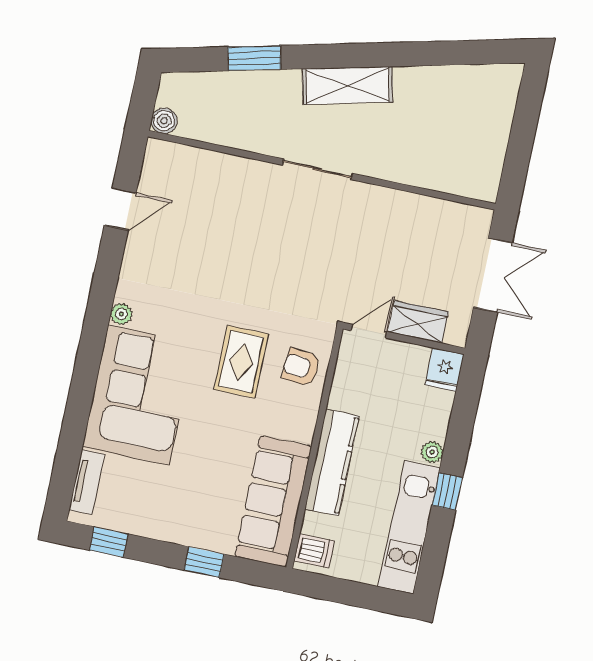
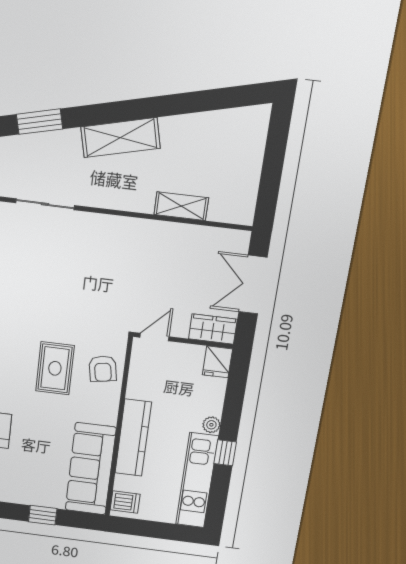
sliding door: (317, 169) -> (45, 204), moved
shelving: (413, 172) -> (181, 206), added
double door: (493, 275) -> (253, 285), swing flipped
wardrobe: (418, 322) -> (213, 329), moved
armchair: (301, 367) -> (103, 369), turned -105

